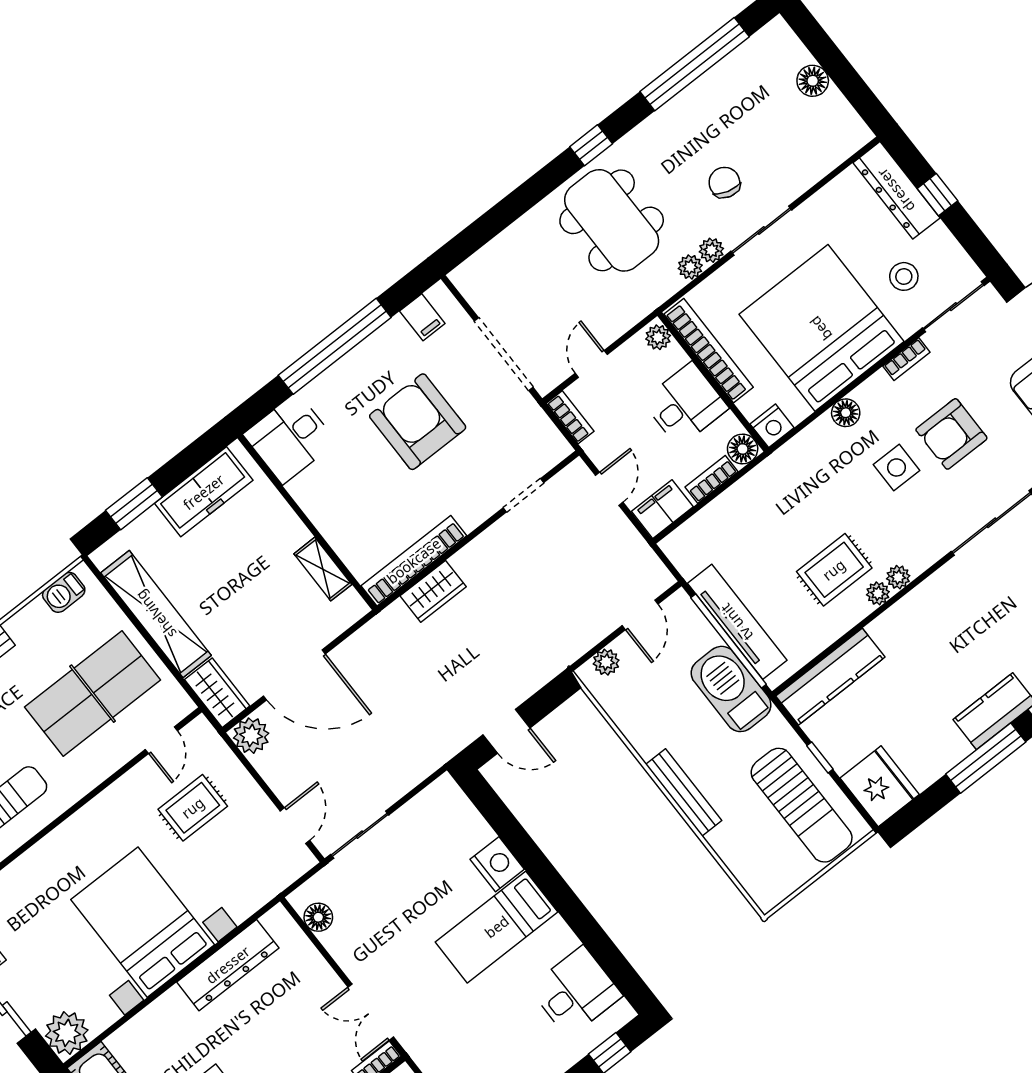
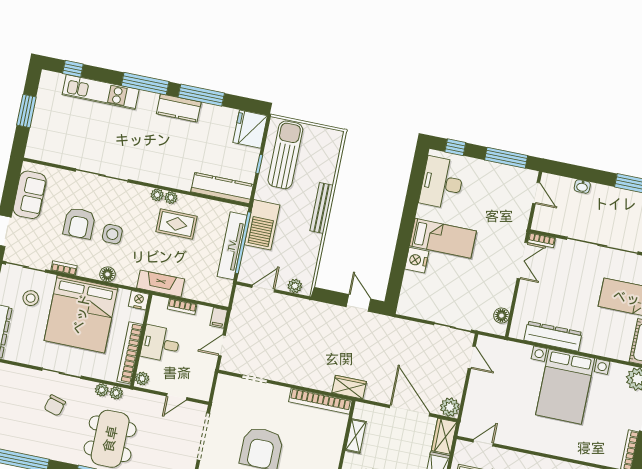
plant: (711, 250) -> (116, 393), moved
bookcase: (570, 417) -> (206, 387), removed
armchair: (951, 434) -> (79, 223), turned 90
floor lamp: (743, 449) -> (159, 304), removed
fireplace: (769, 476) -> (161, 284), added
filing cabinet: (662, 509) -> (219, 318), width x0.50
wardrobe: (433, 591) -> (349, 387), moved
rug: (193, 808) -> (500, 406), removed
door: (295, 826) -> (472, 357), swing flipped
desk: (576, 992) -> (442, 183), width x1.37

